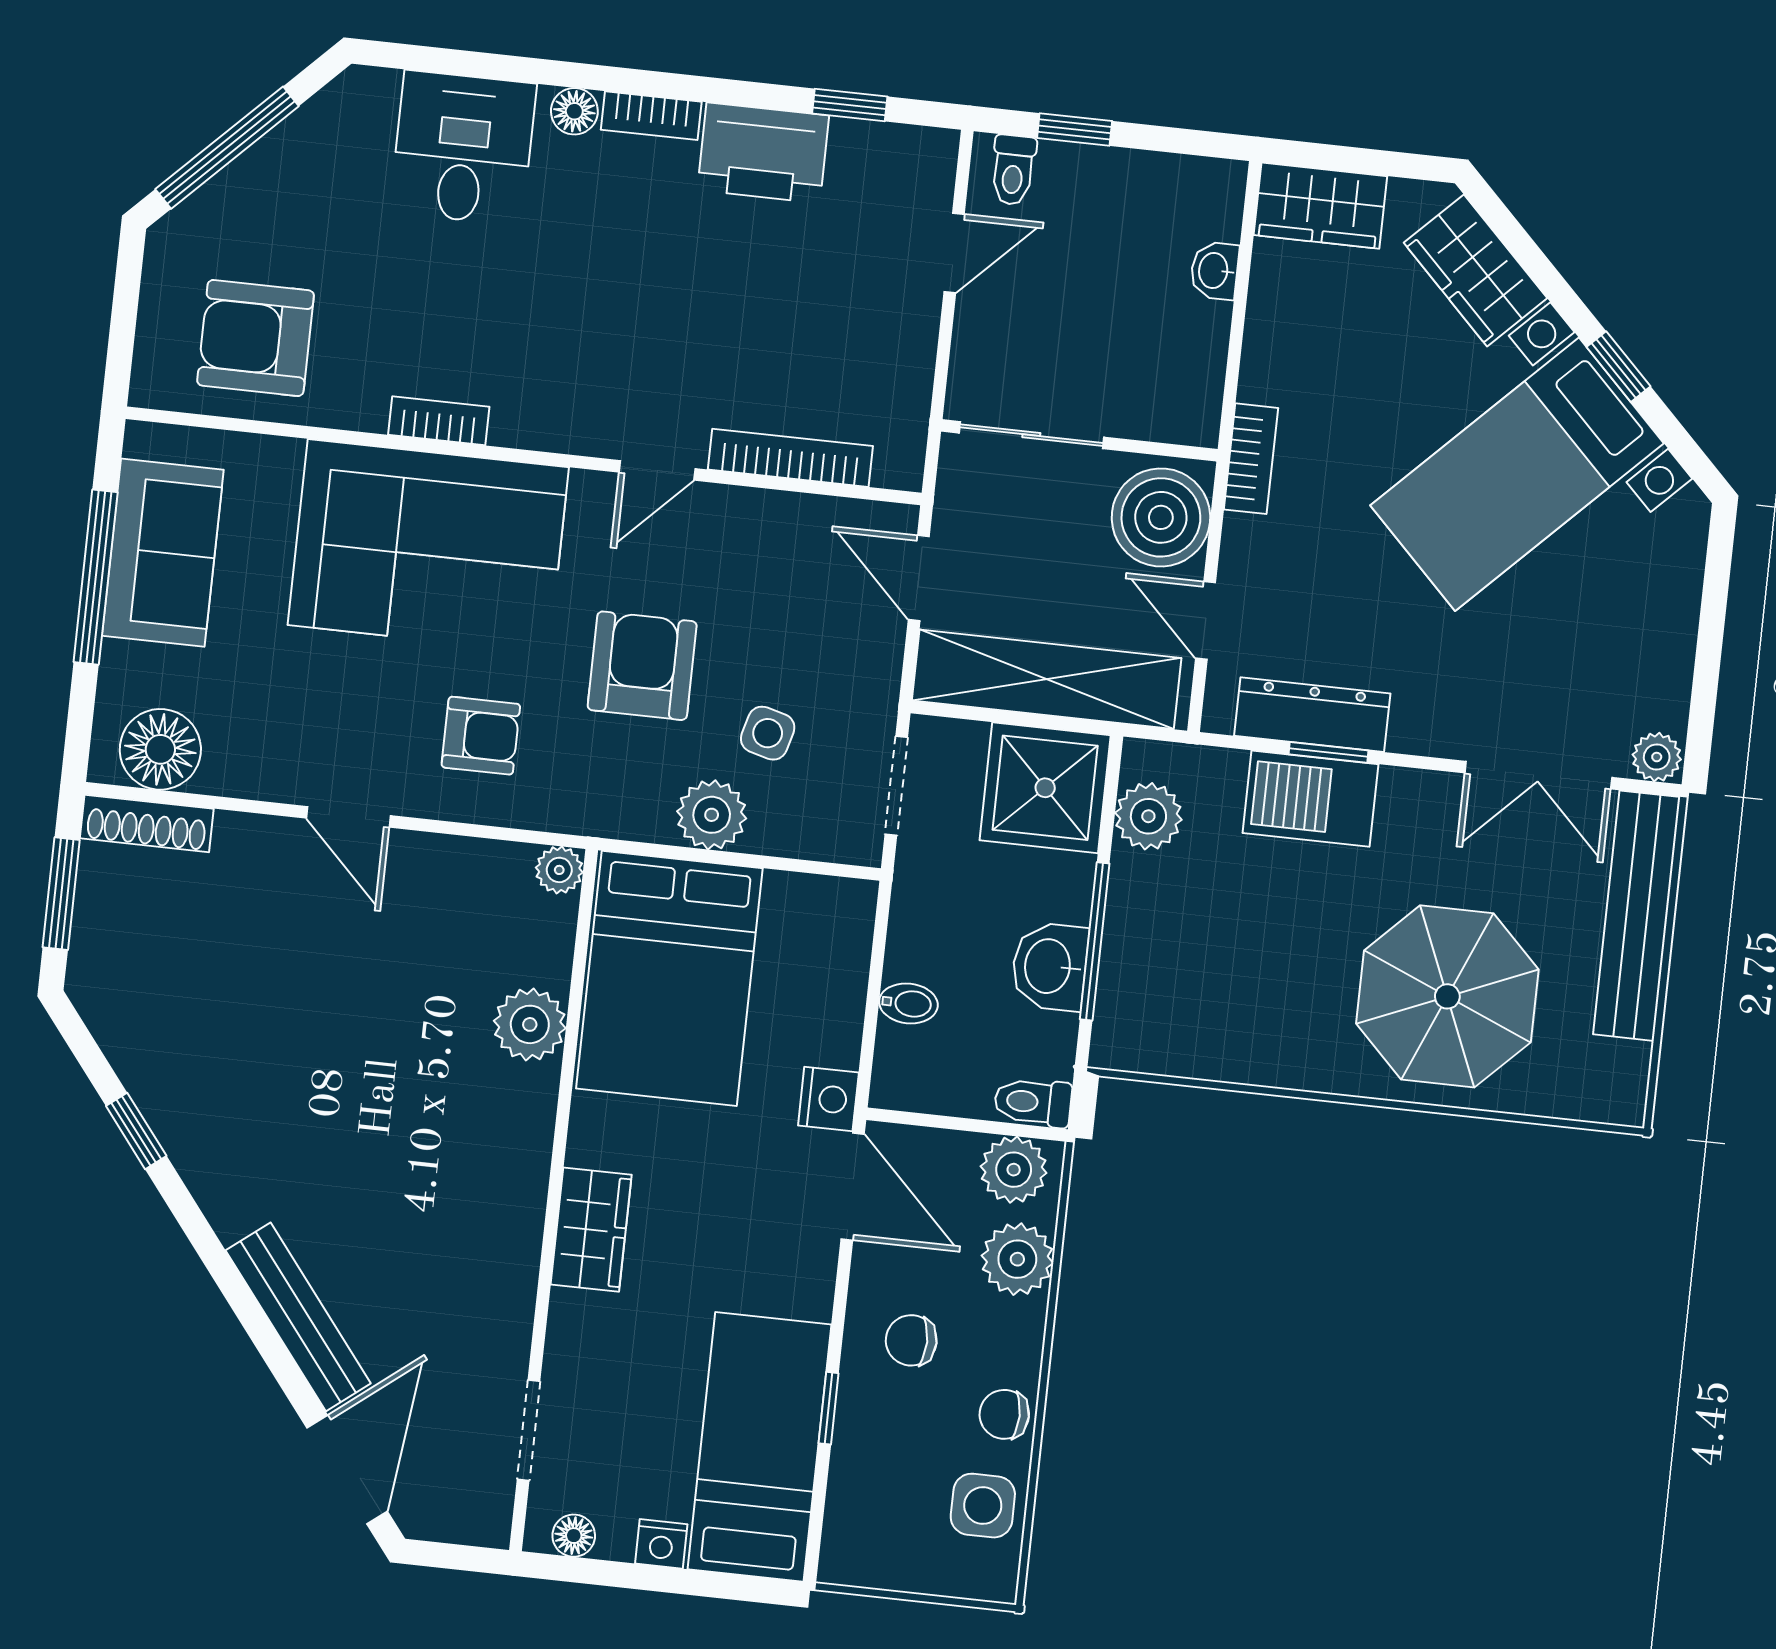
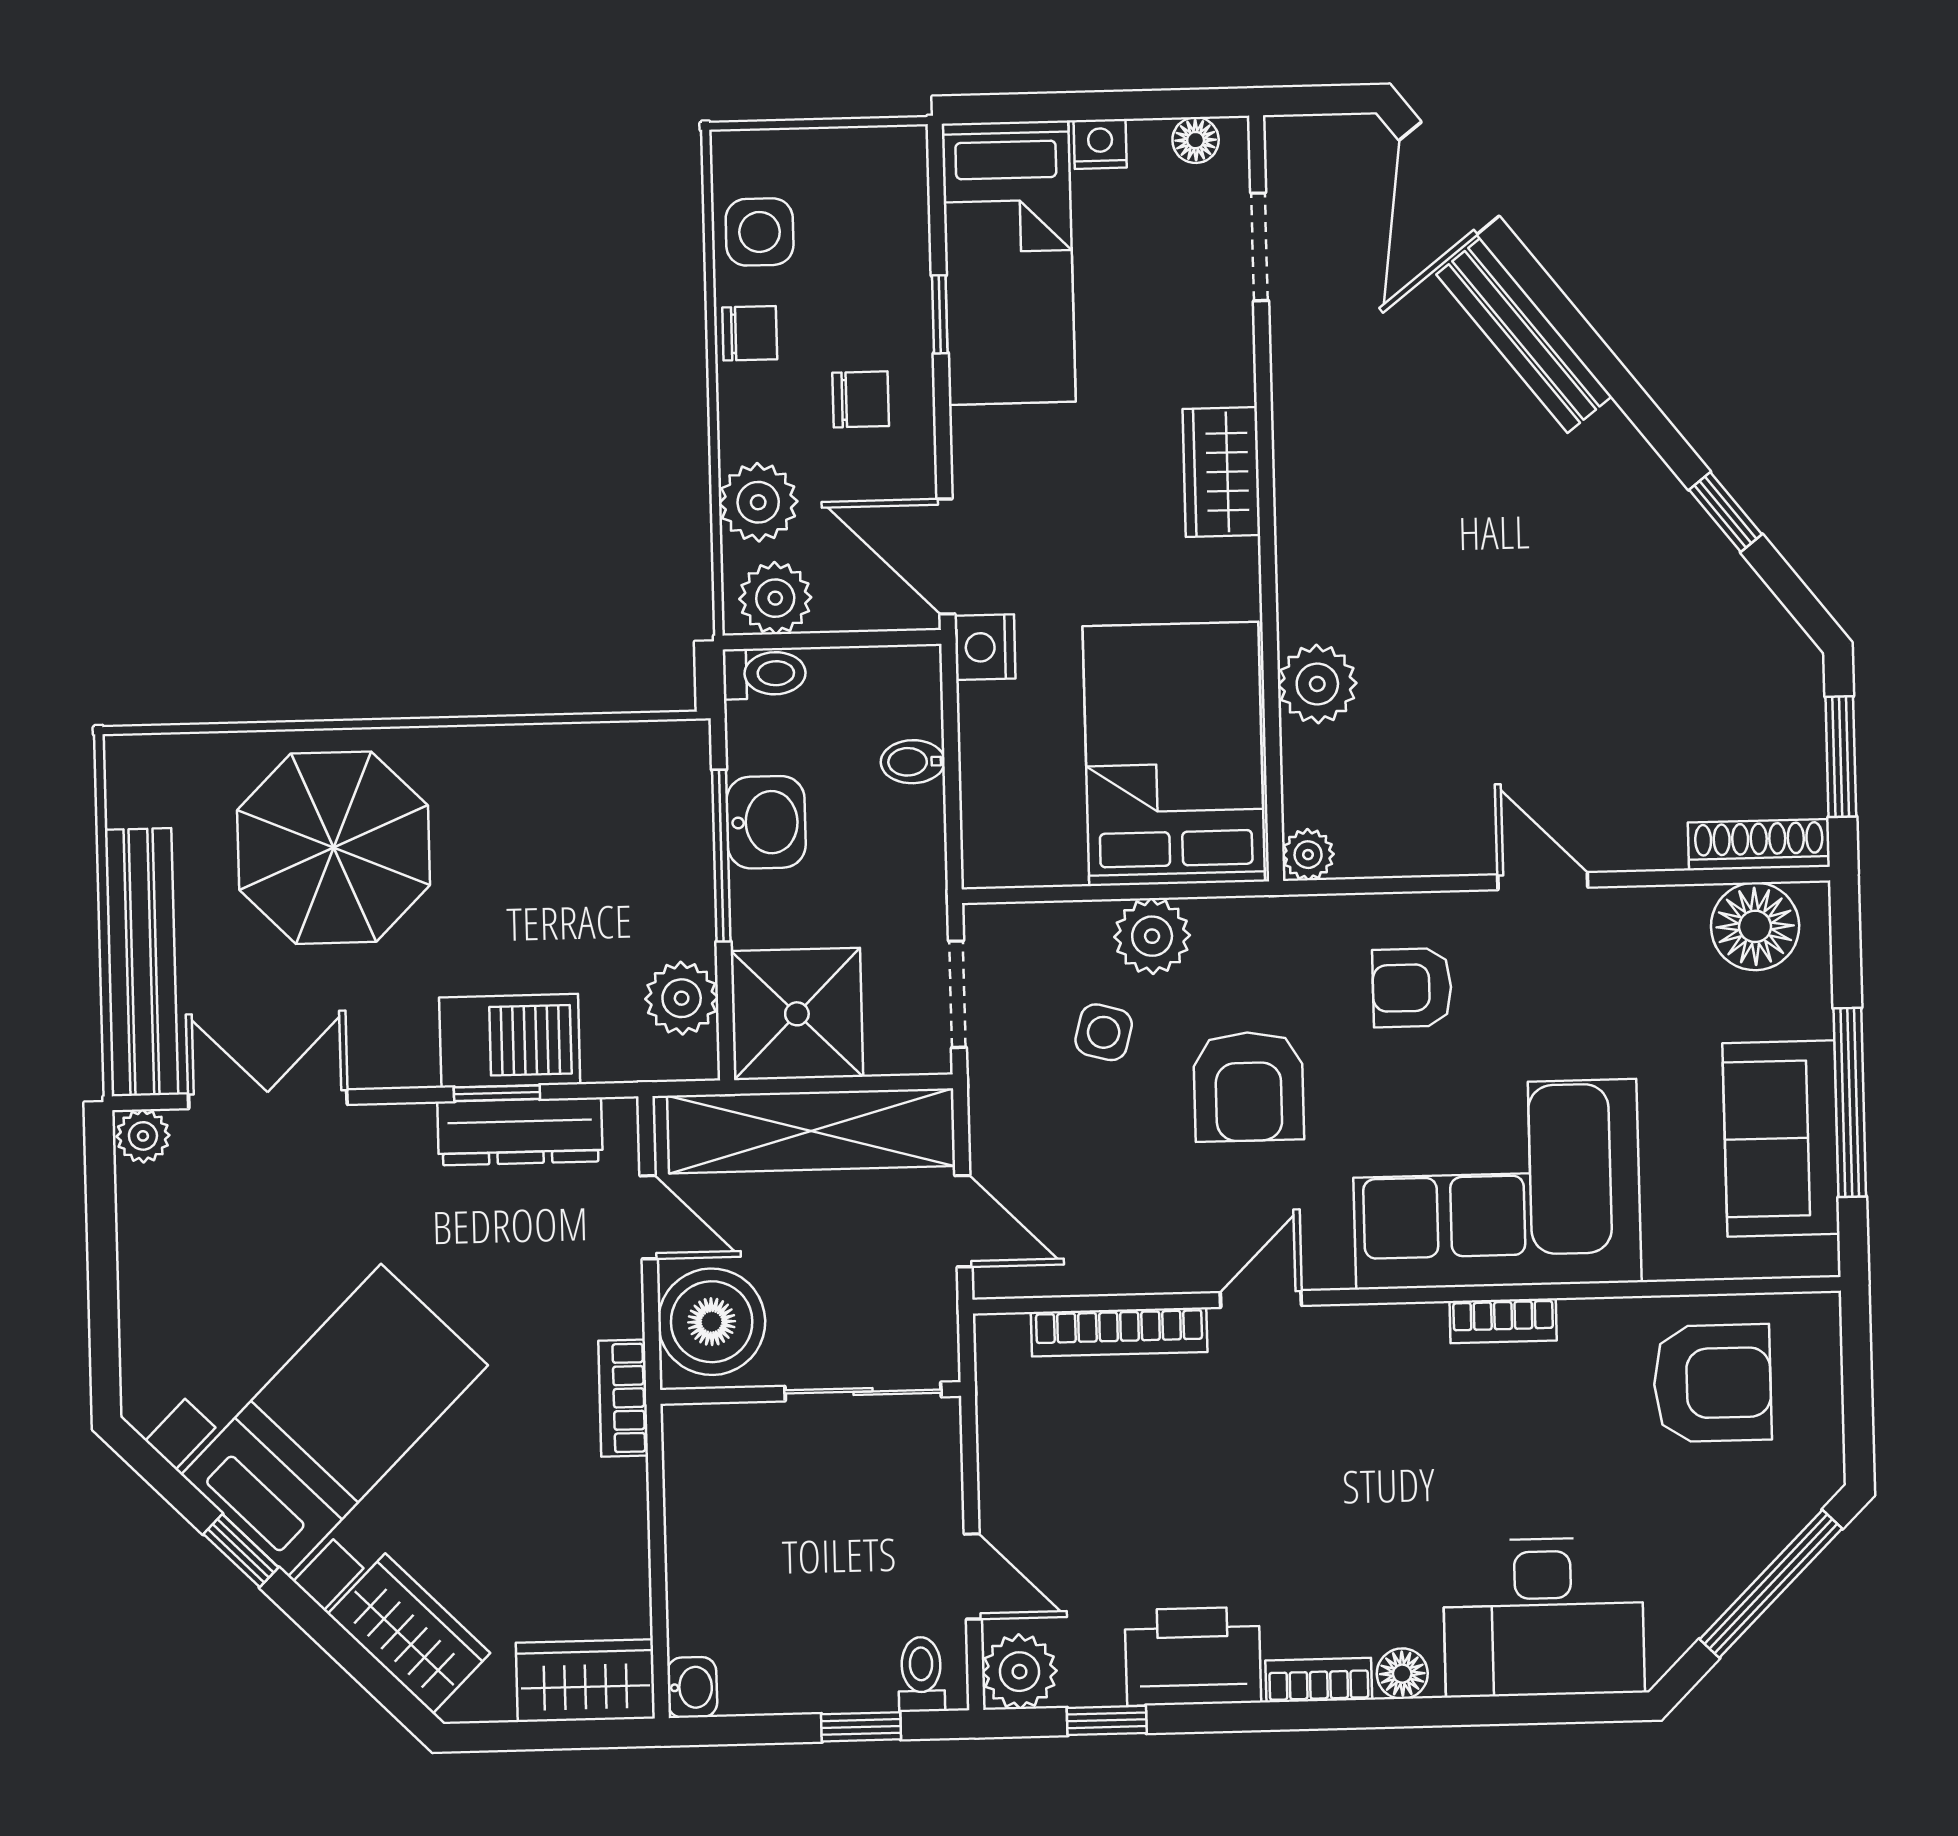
desk: (463, 148) -> (1544, 1617), width x1.37
plant: (923, 160) -> (1019, 1672), added
door: (954, 253) -> (973, 1576), swing flipped
washbasin: (1215, 271) -> (692, 1687), moved

